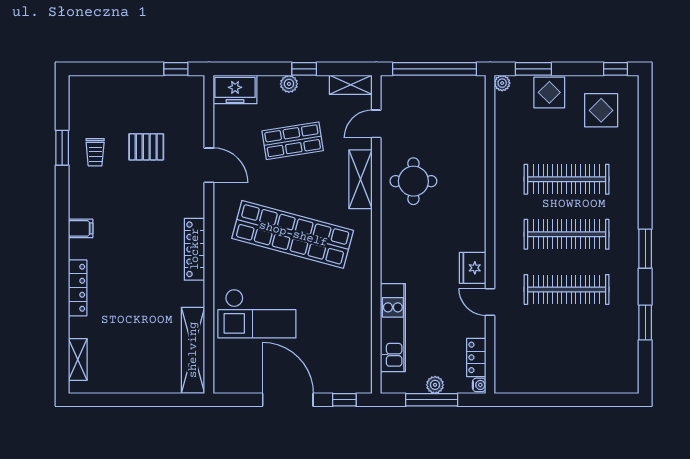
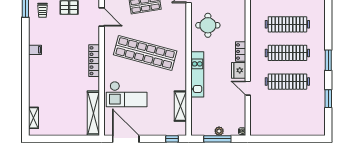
shelving: (360, 179) -> (180, 106), moved
locker: (78, 288) -> (33, 81), removed
kitchen unit: (393, 328) -> (197, 74), moved
locker: (476, 357) -> (241, 52), moved
door: (288, 400) -> (126, 139), moved

